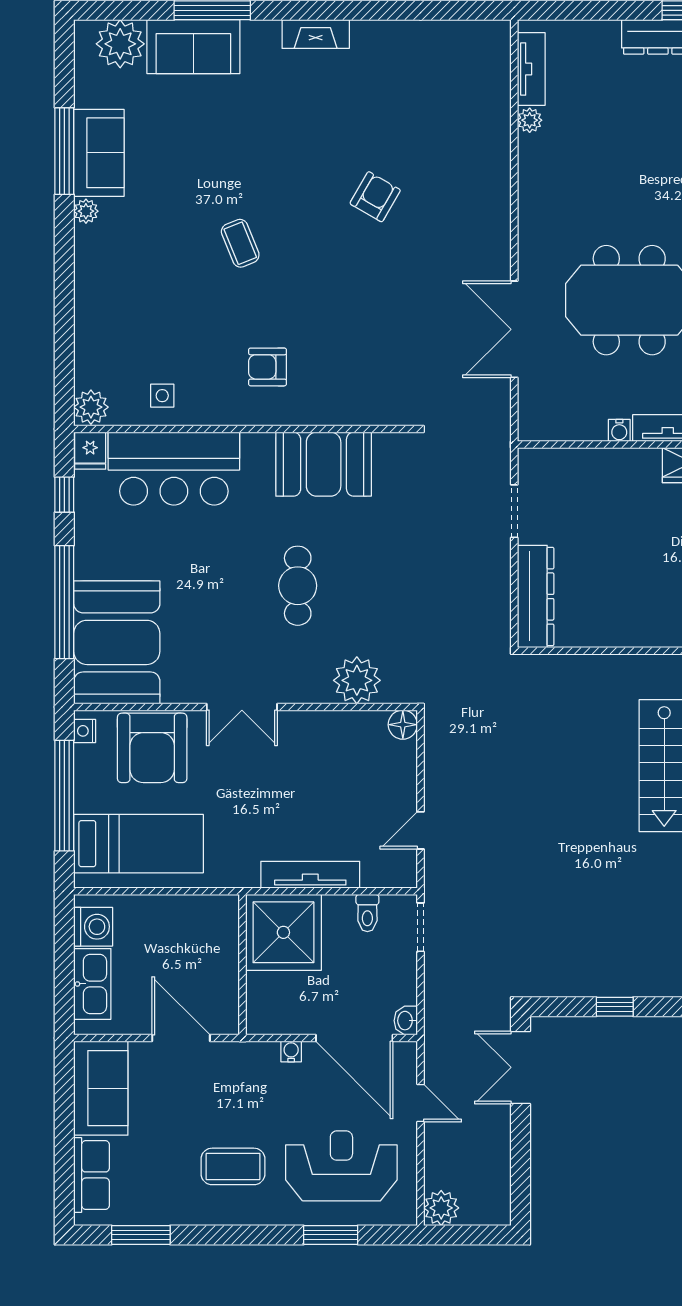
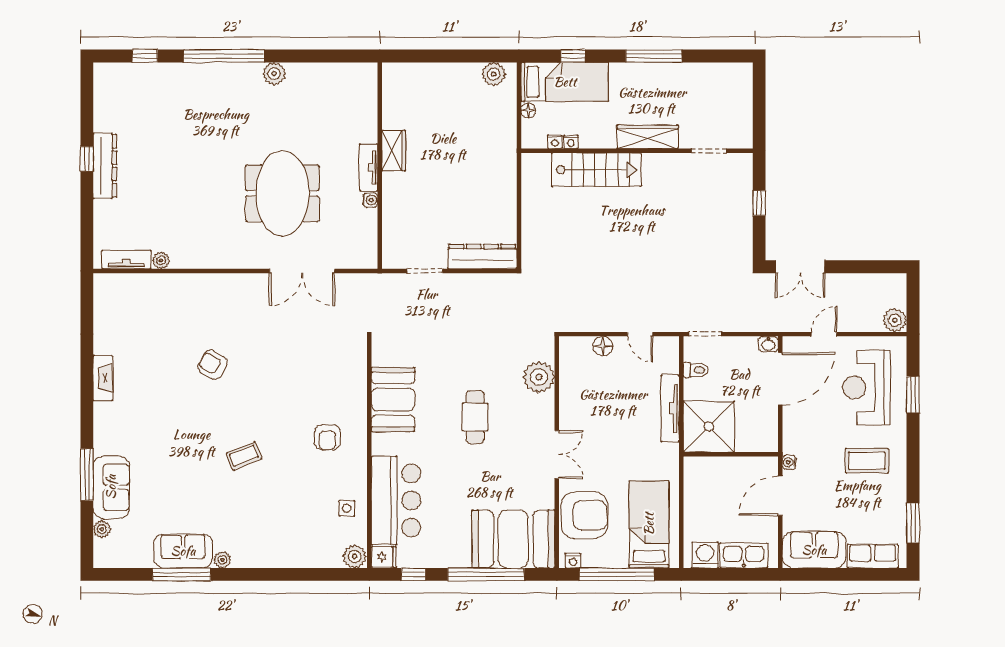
fireplace: (316, 34) -> (103, 378), moved
plant: (120, 44) -> (102, 529), width x0.53, depth x0.53
cafe table: (298, 586) -> (475, 417), turned 90
floor lamp: (403, 725) -> (603, 346), moved
water cooler: (291, 1051) -> (789, 462), moved
coffee table: (233, 1166) -> (867, 461), turned 90

